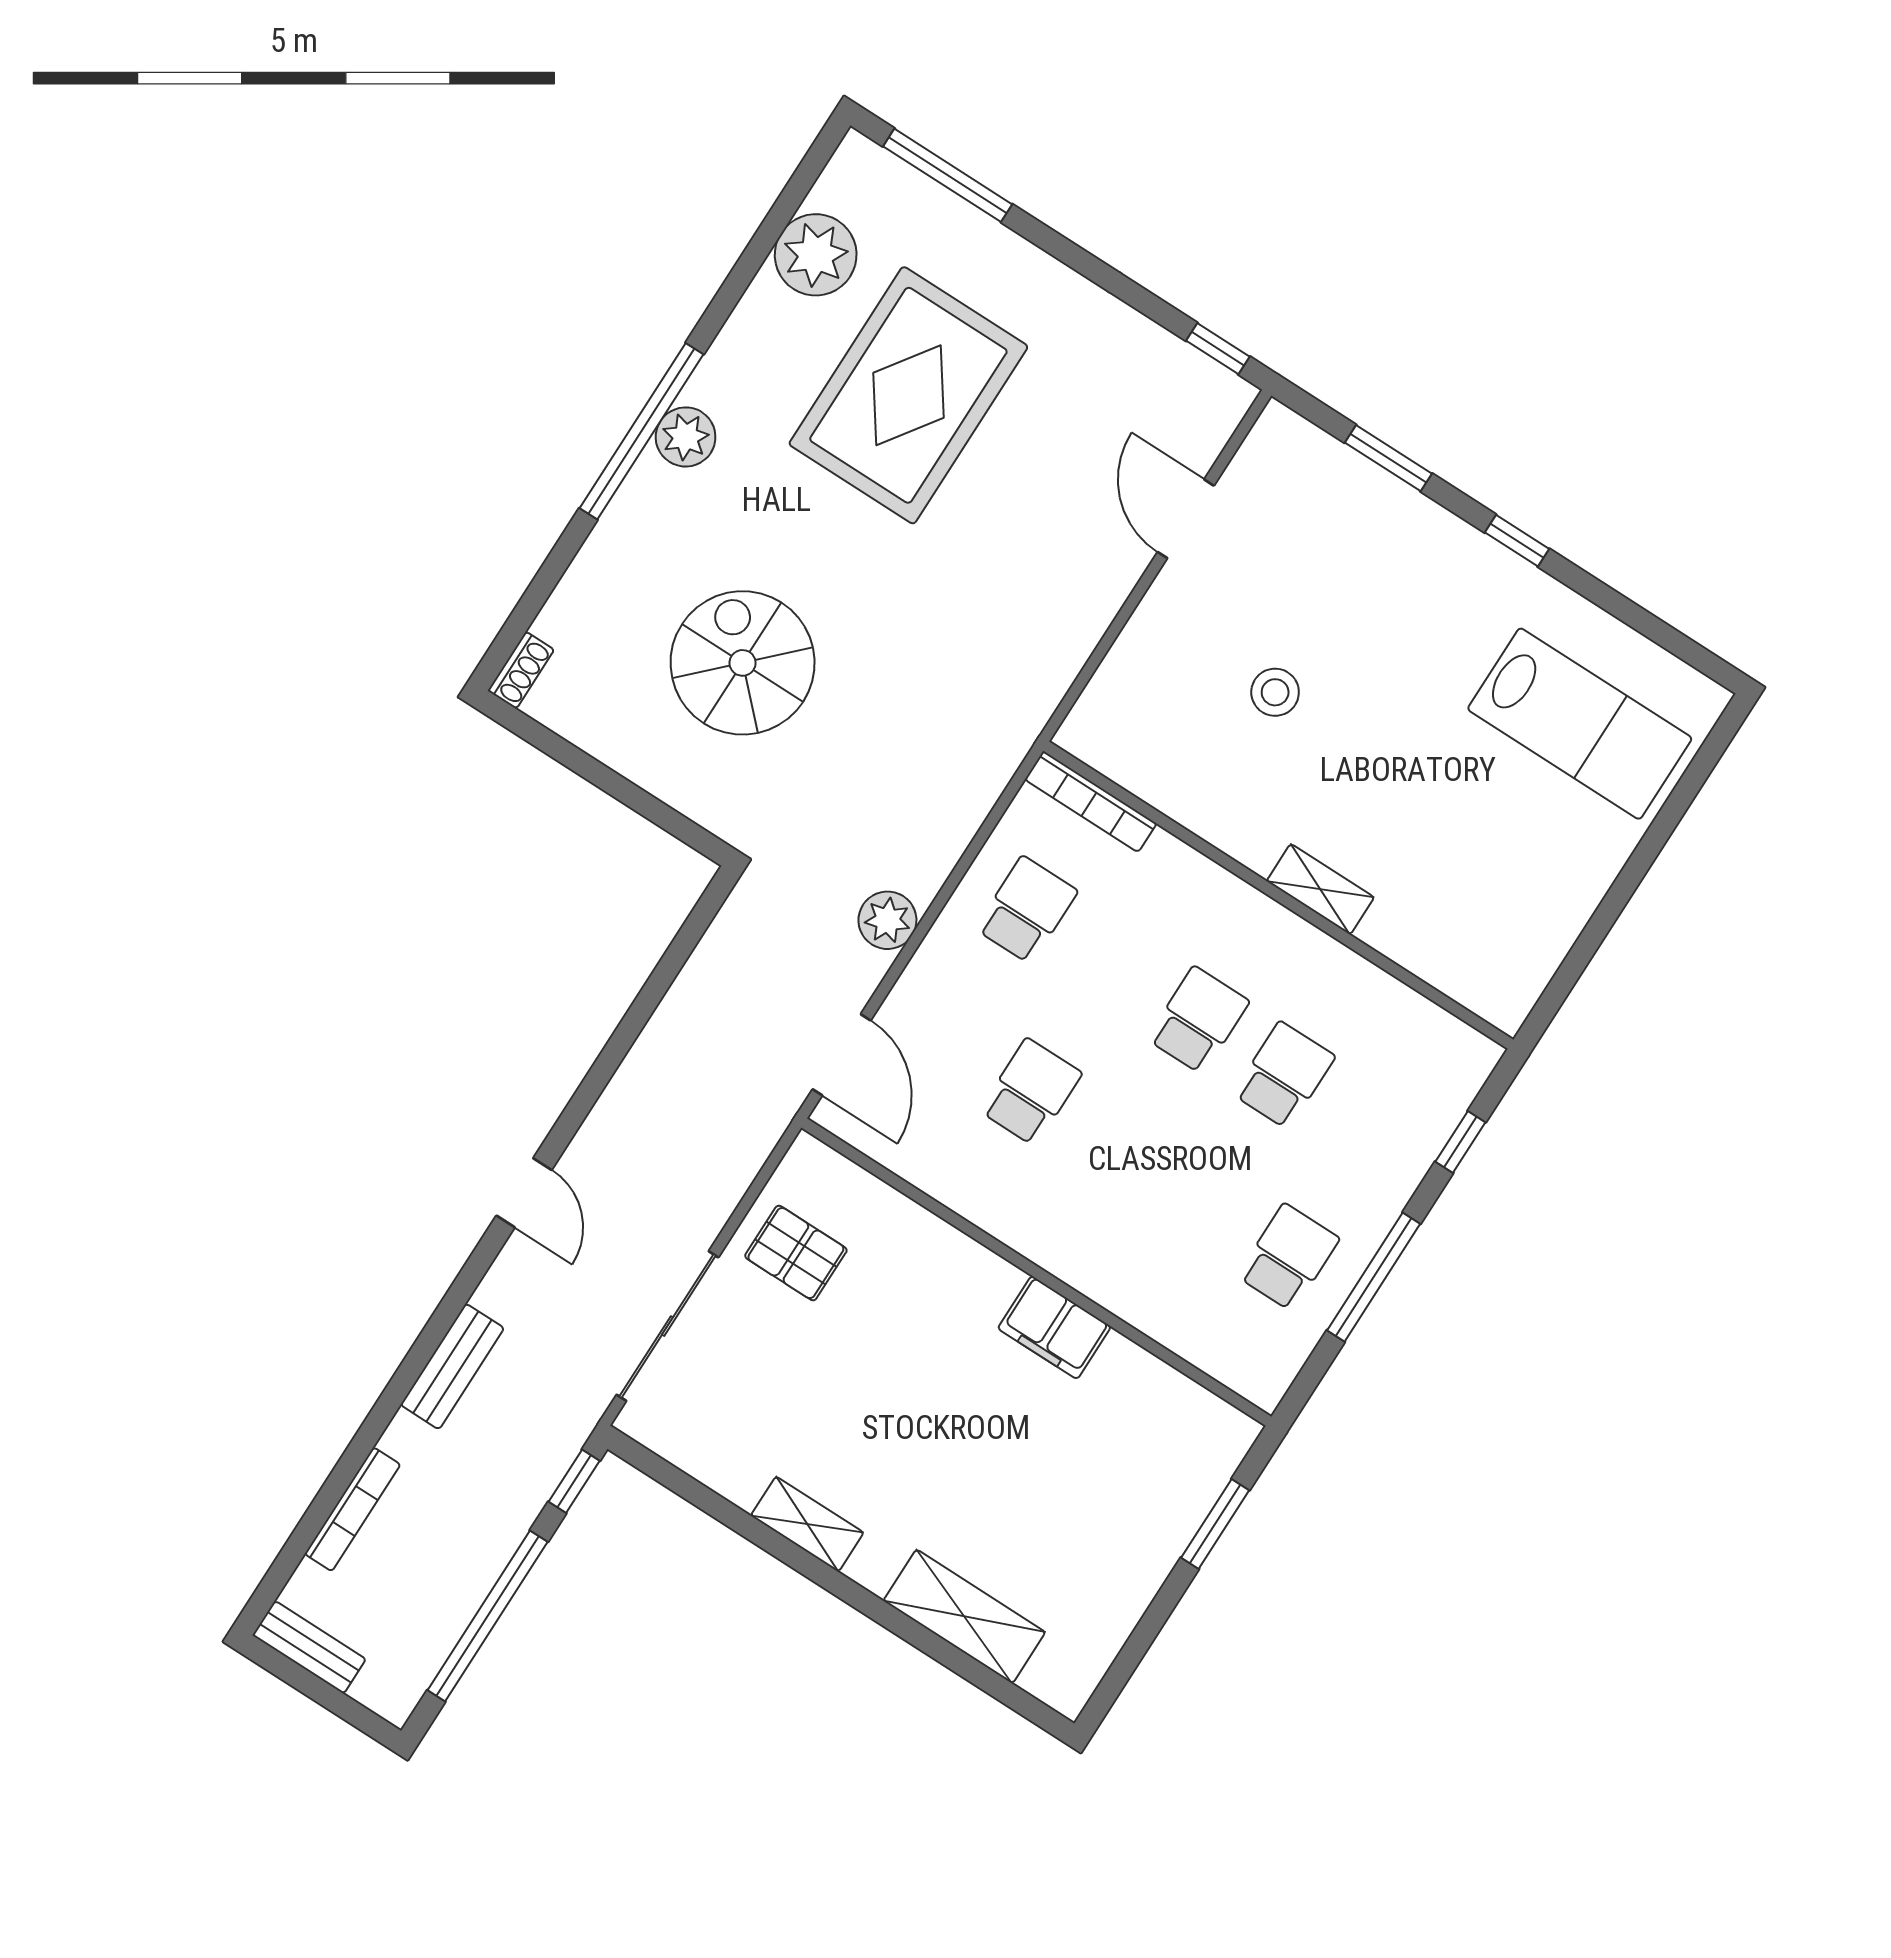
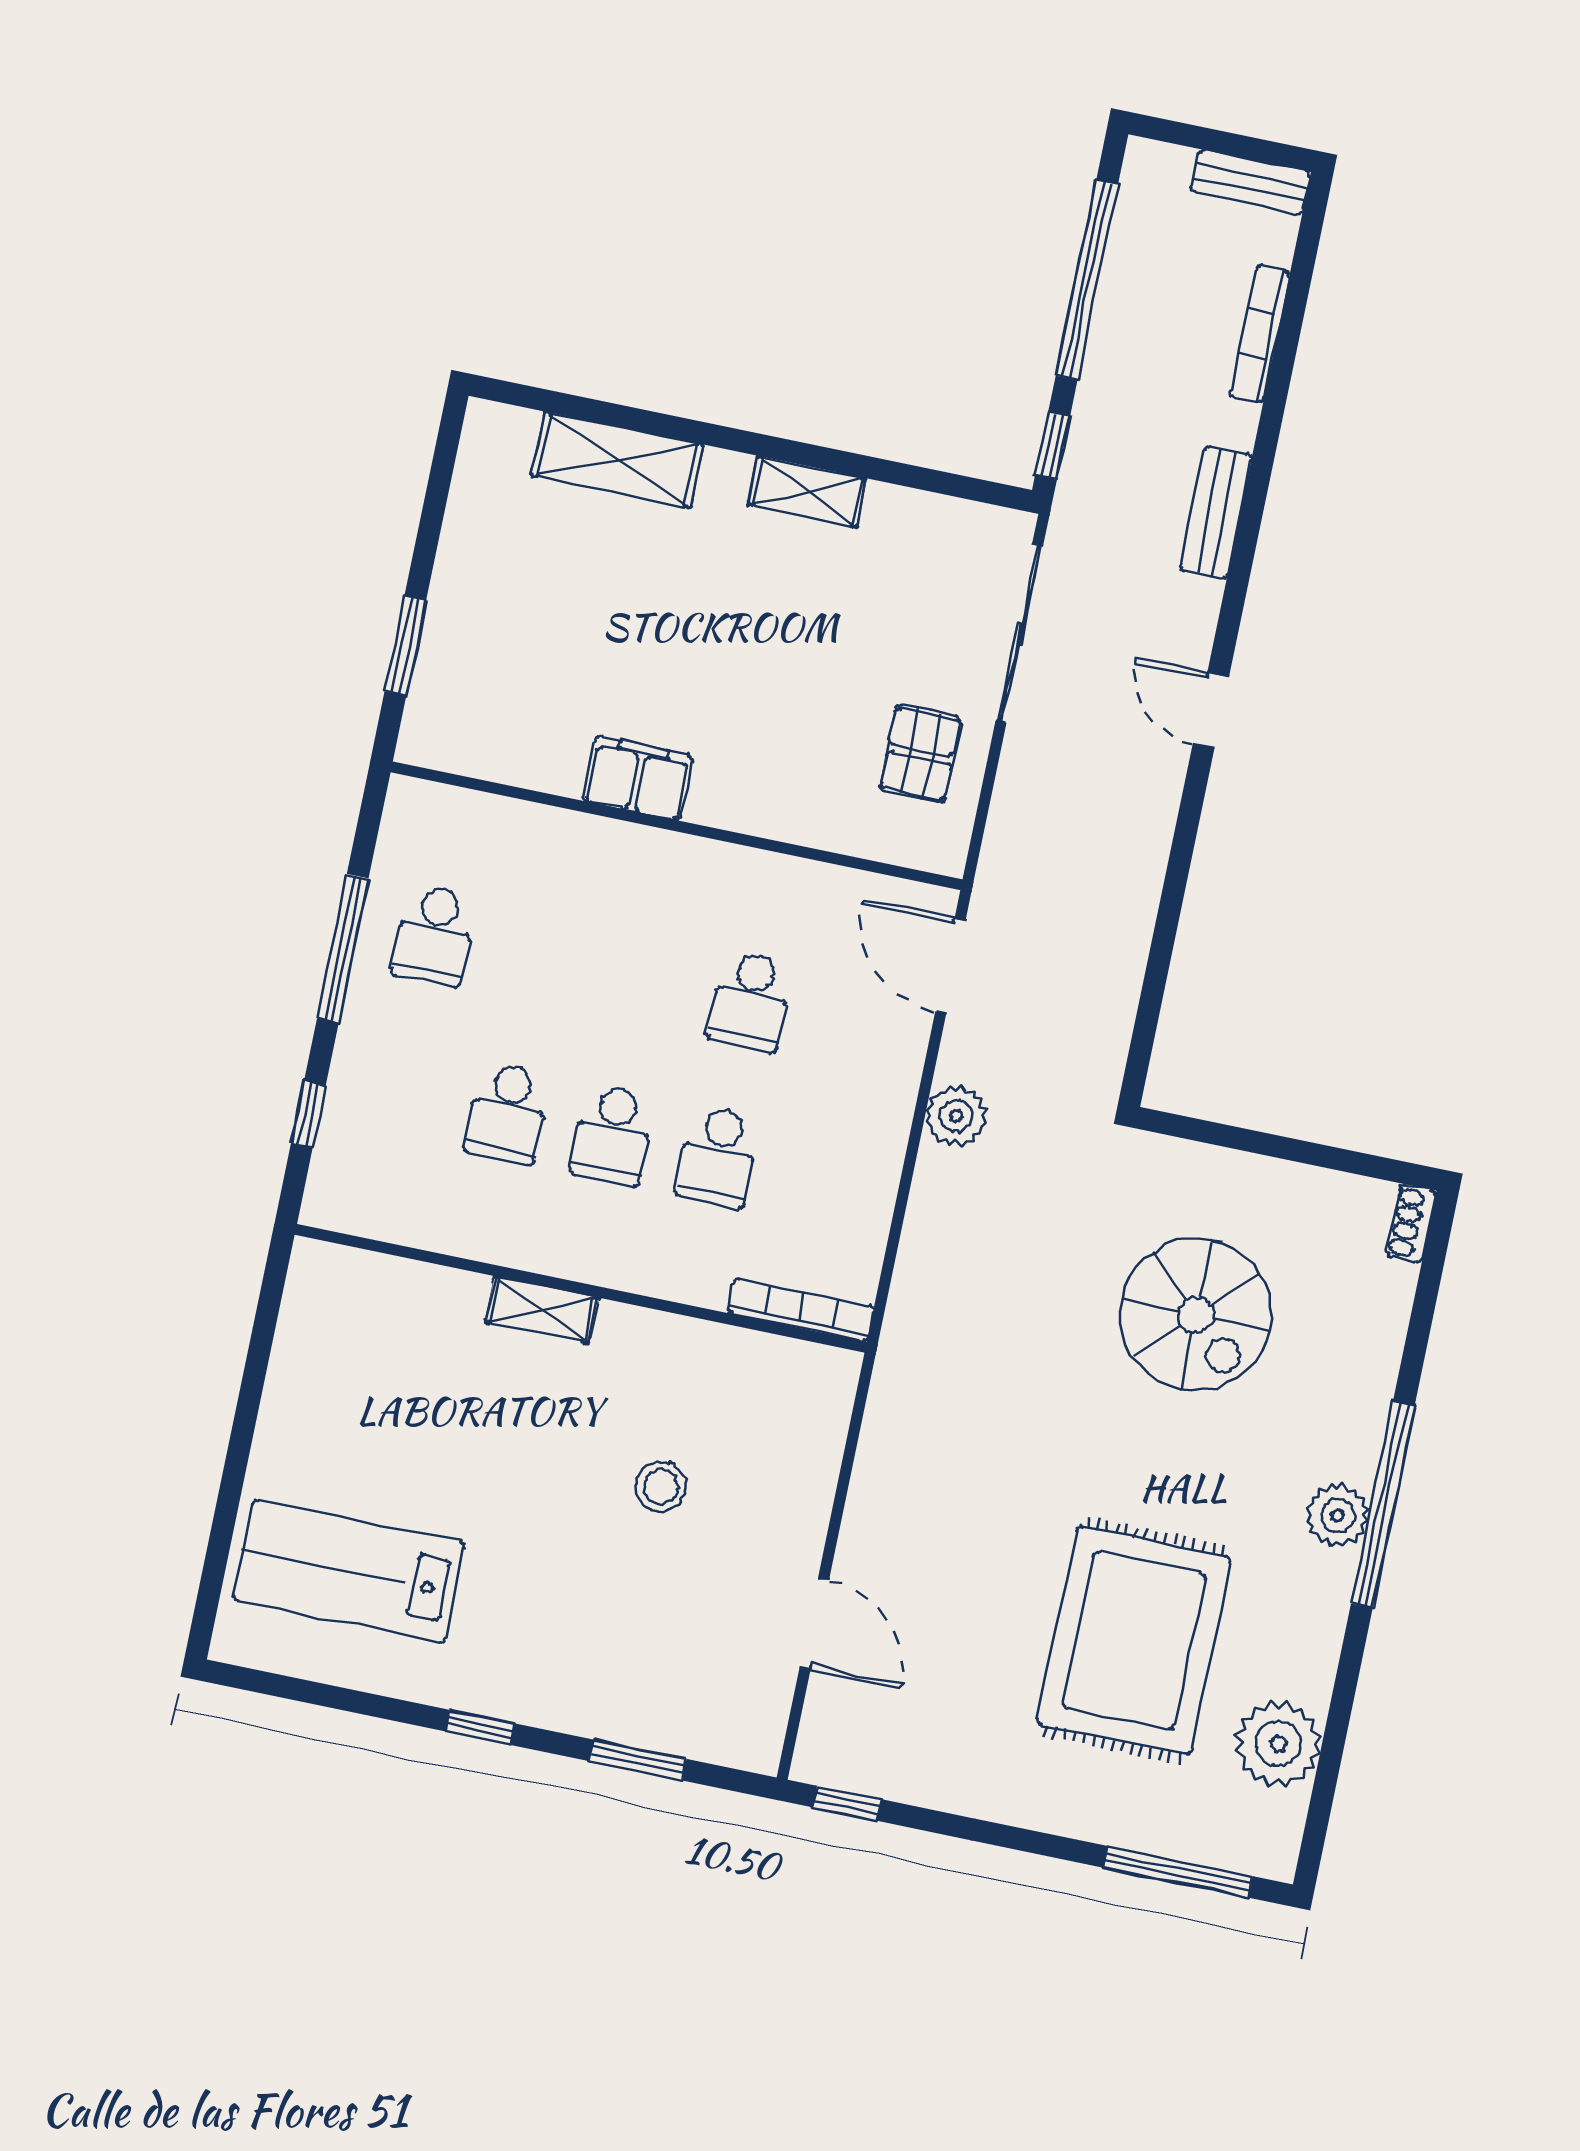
school desk: (1026, 910) -> (718, 1157), moved
pallet: (796, 1253) -> (920, 754), turned 90

